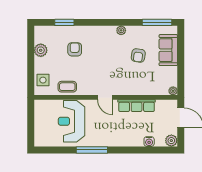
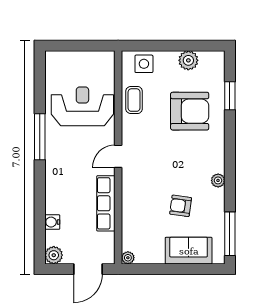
armchair: (75, 49) -> (190, 111), width x1.88, depth x1.88

